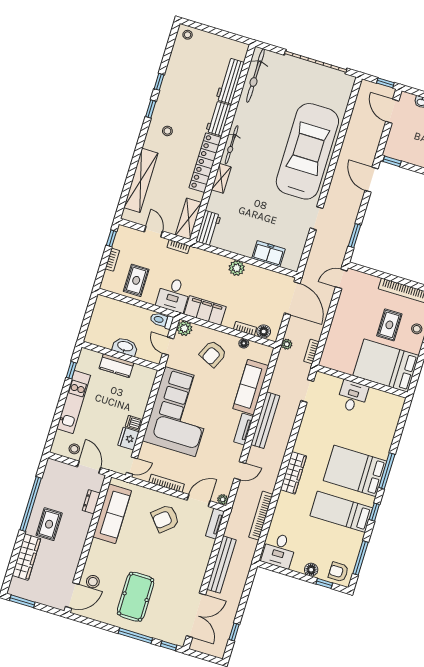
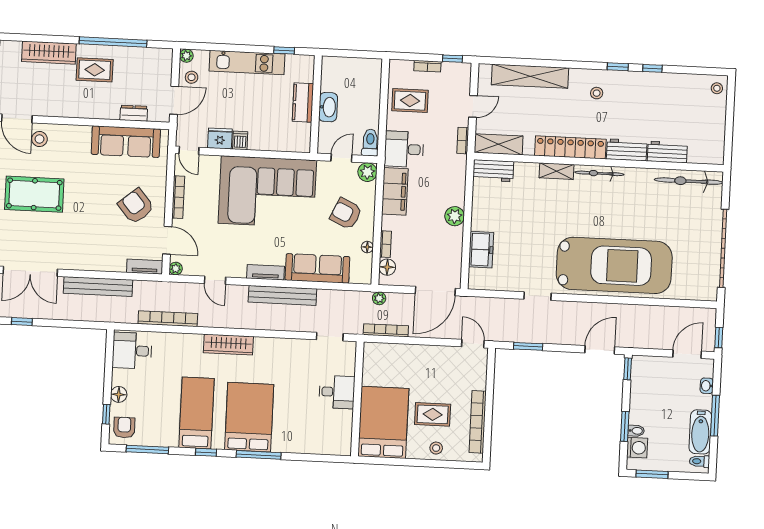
workbench: (230, 81) -> (667, 152), width x0.73
bookcase: (312, 352) -> (386, 330), width x1.56
plant: (56, 449) -> (186, 56), added

